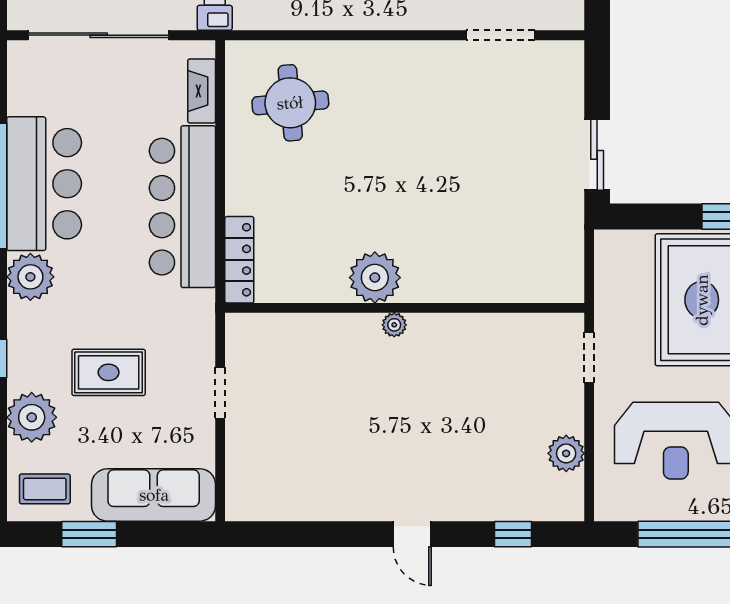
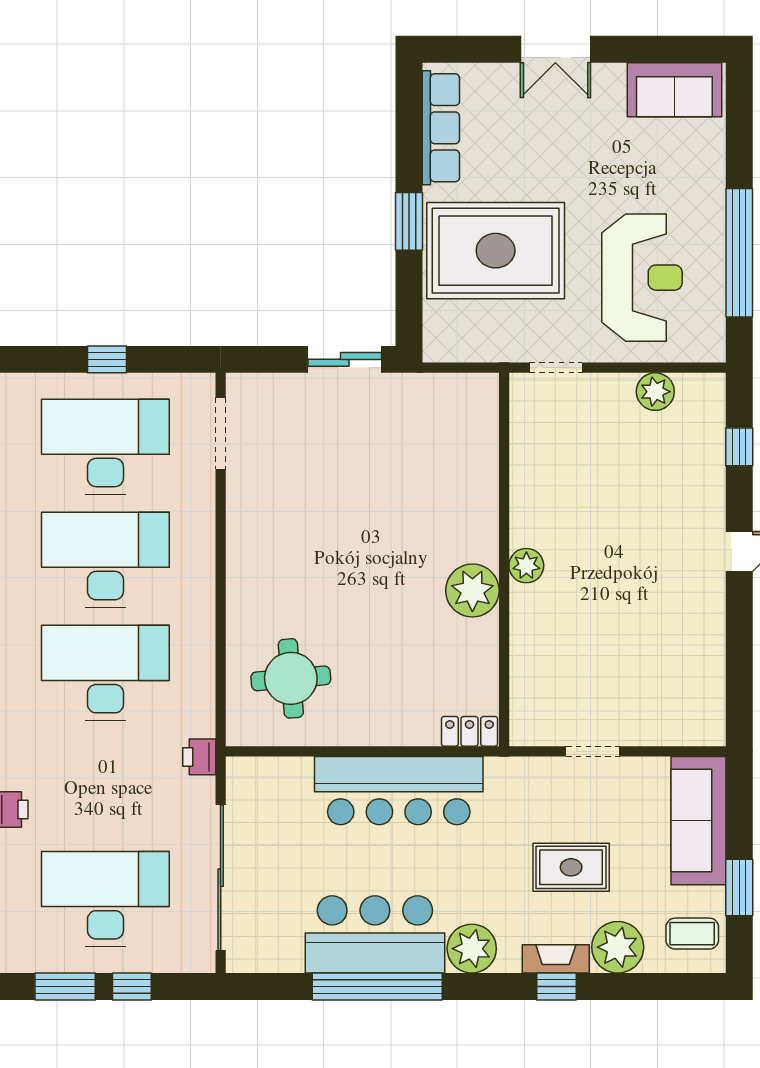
doorway: (500, 35) -> (221, 433), moved
fireplace: (202, 91) -> (556, 959), moved, turned 180
locker: (239, 260) -> (470, 731), width x0.66
plant: (394, 325) -> (526, 566), width x1.38, depth x1.38
rug: (109, 372) -> (571, 867), turned 90
coffee table: (45, 489) -> (692, 934), turned 90

